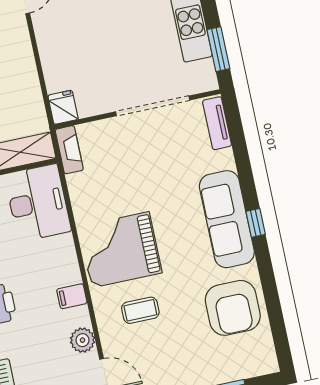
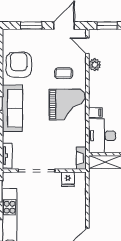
fridge: (63, 107) -> (68, 179), moved
filing cabinet: (72, 296) -> (95, 113), moved

